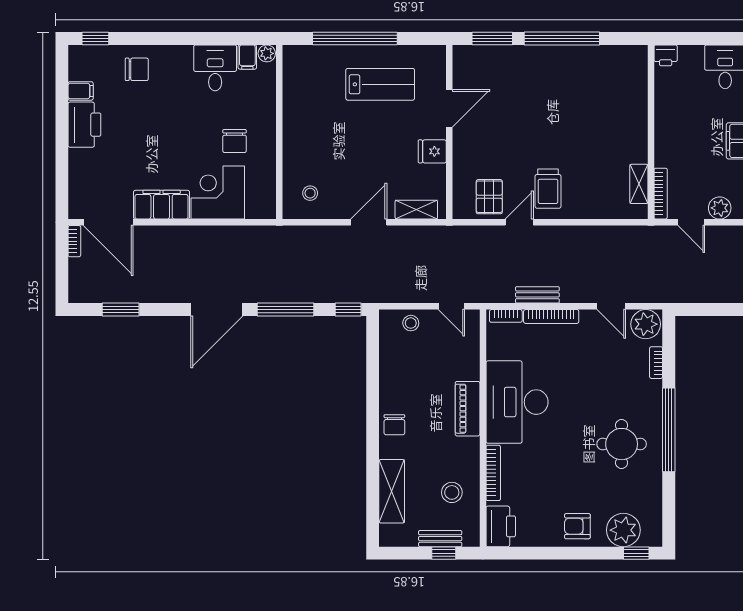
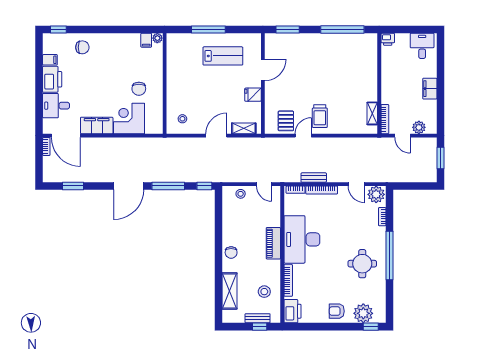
window: (355, 39) -> (208, 30), width x0.68
window: (562, 39) -> (342, 30), moved
desk: (215, 68) -> (56, 106), moved, turned -90

